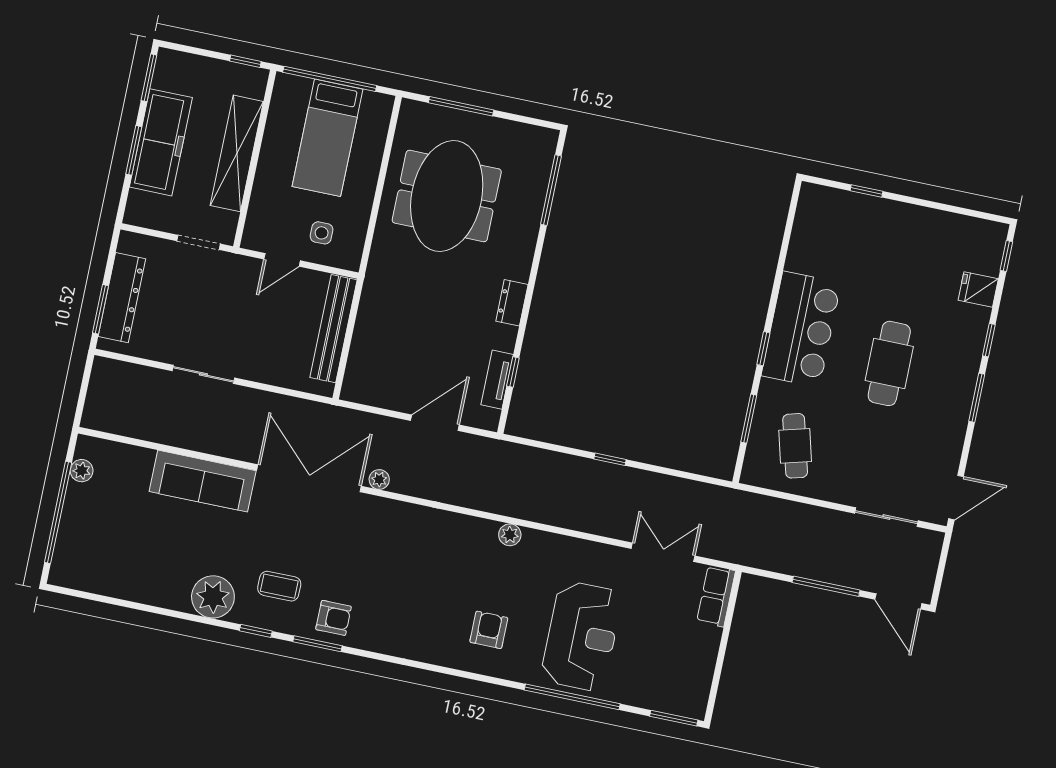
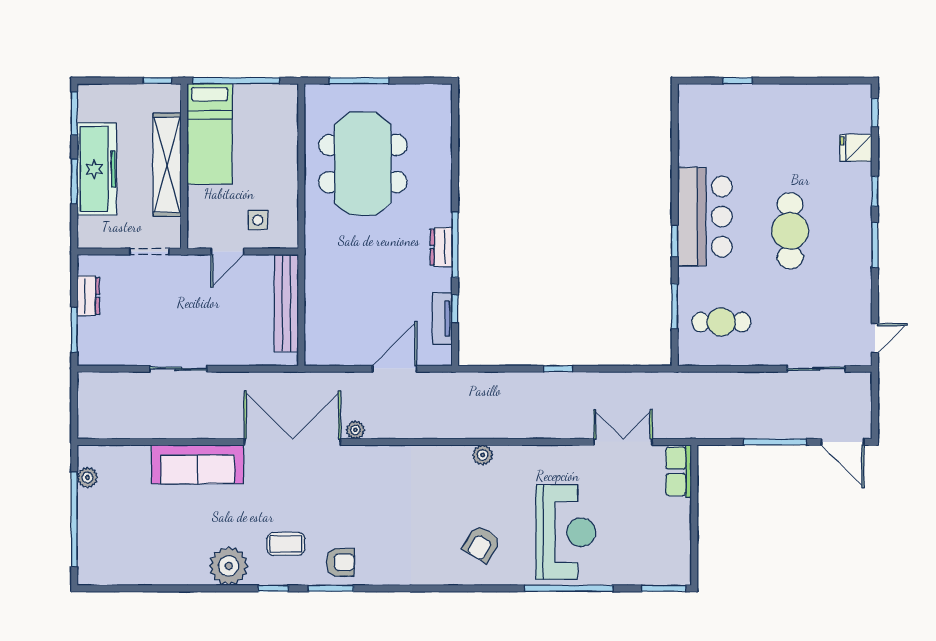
bed: (328, 138) -> (210, 134), moved
window: (551, 190) -> (455, 245), moved
dresser: (122, 298) -> (88, 296), width x0.51, depth x0.80
cafe table: (795, 446) -> (721, 322), turned -75
door: (956, 498) -> (875, 338), width x0.73
armchair: (489, 630) -> (482, 544), turned -149

